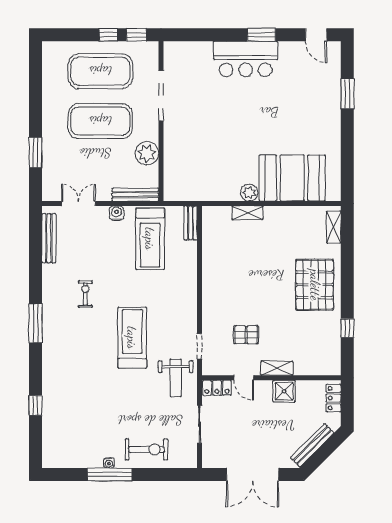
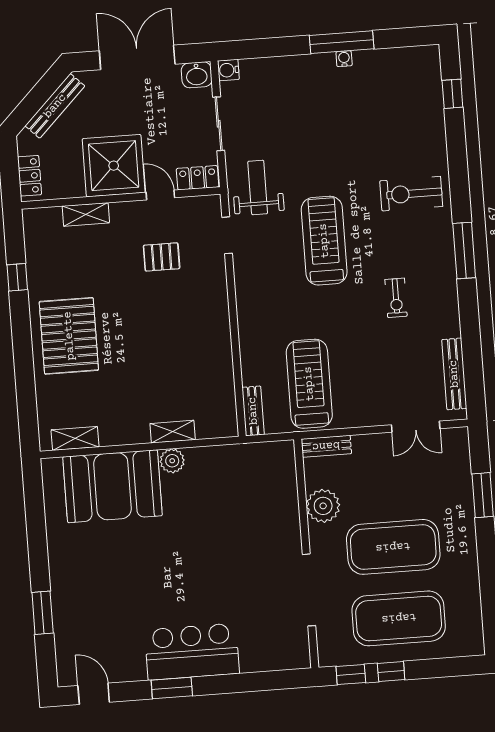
bench: (135, 195) -> (326, 446), width x0.73
water cooler: (117, 213) -> (228, 70), moved, turned 90
shelving: (334, 227) -> (75, 438), moved, turned 90
treadmill: (132, 338) -> (324, 241), turned 180
shelving: (277, 368) -> (86, 214), moved
shower: (284, 391) -> (114, 166), width x1.86, depth x1.86
window: (35, 405) -> (452, 94), moved
exercise bike: (146, 449) -> (411, 194), moved
washbasin: (212, 459) -> (197, 75), added

